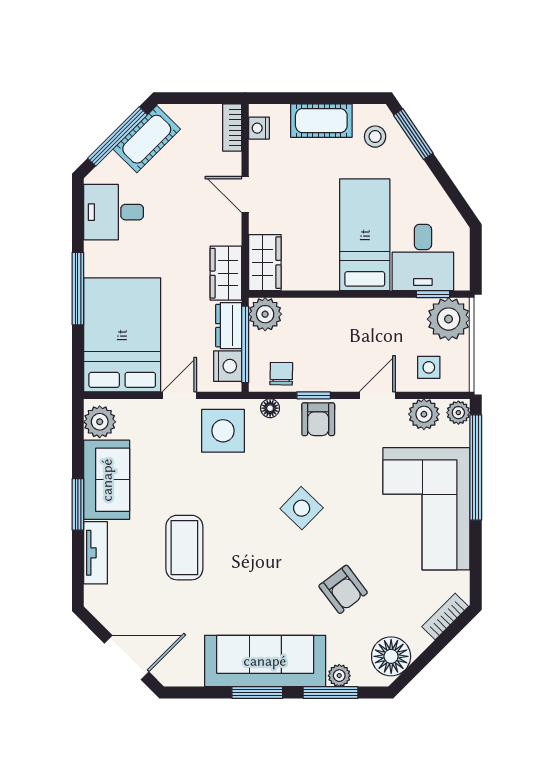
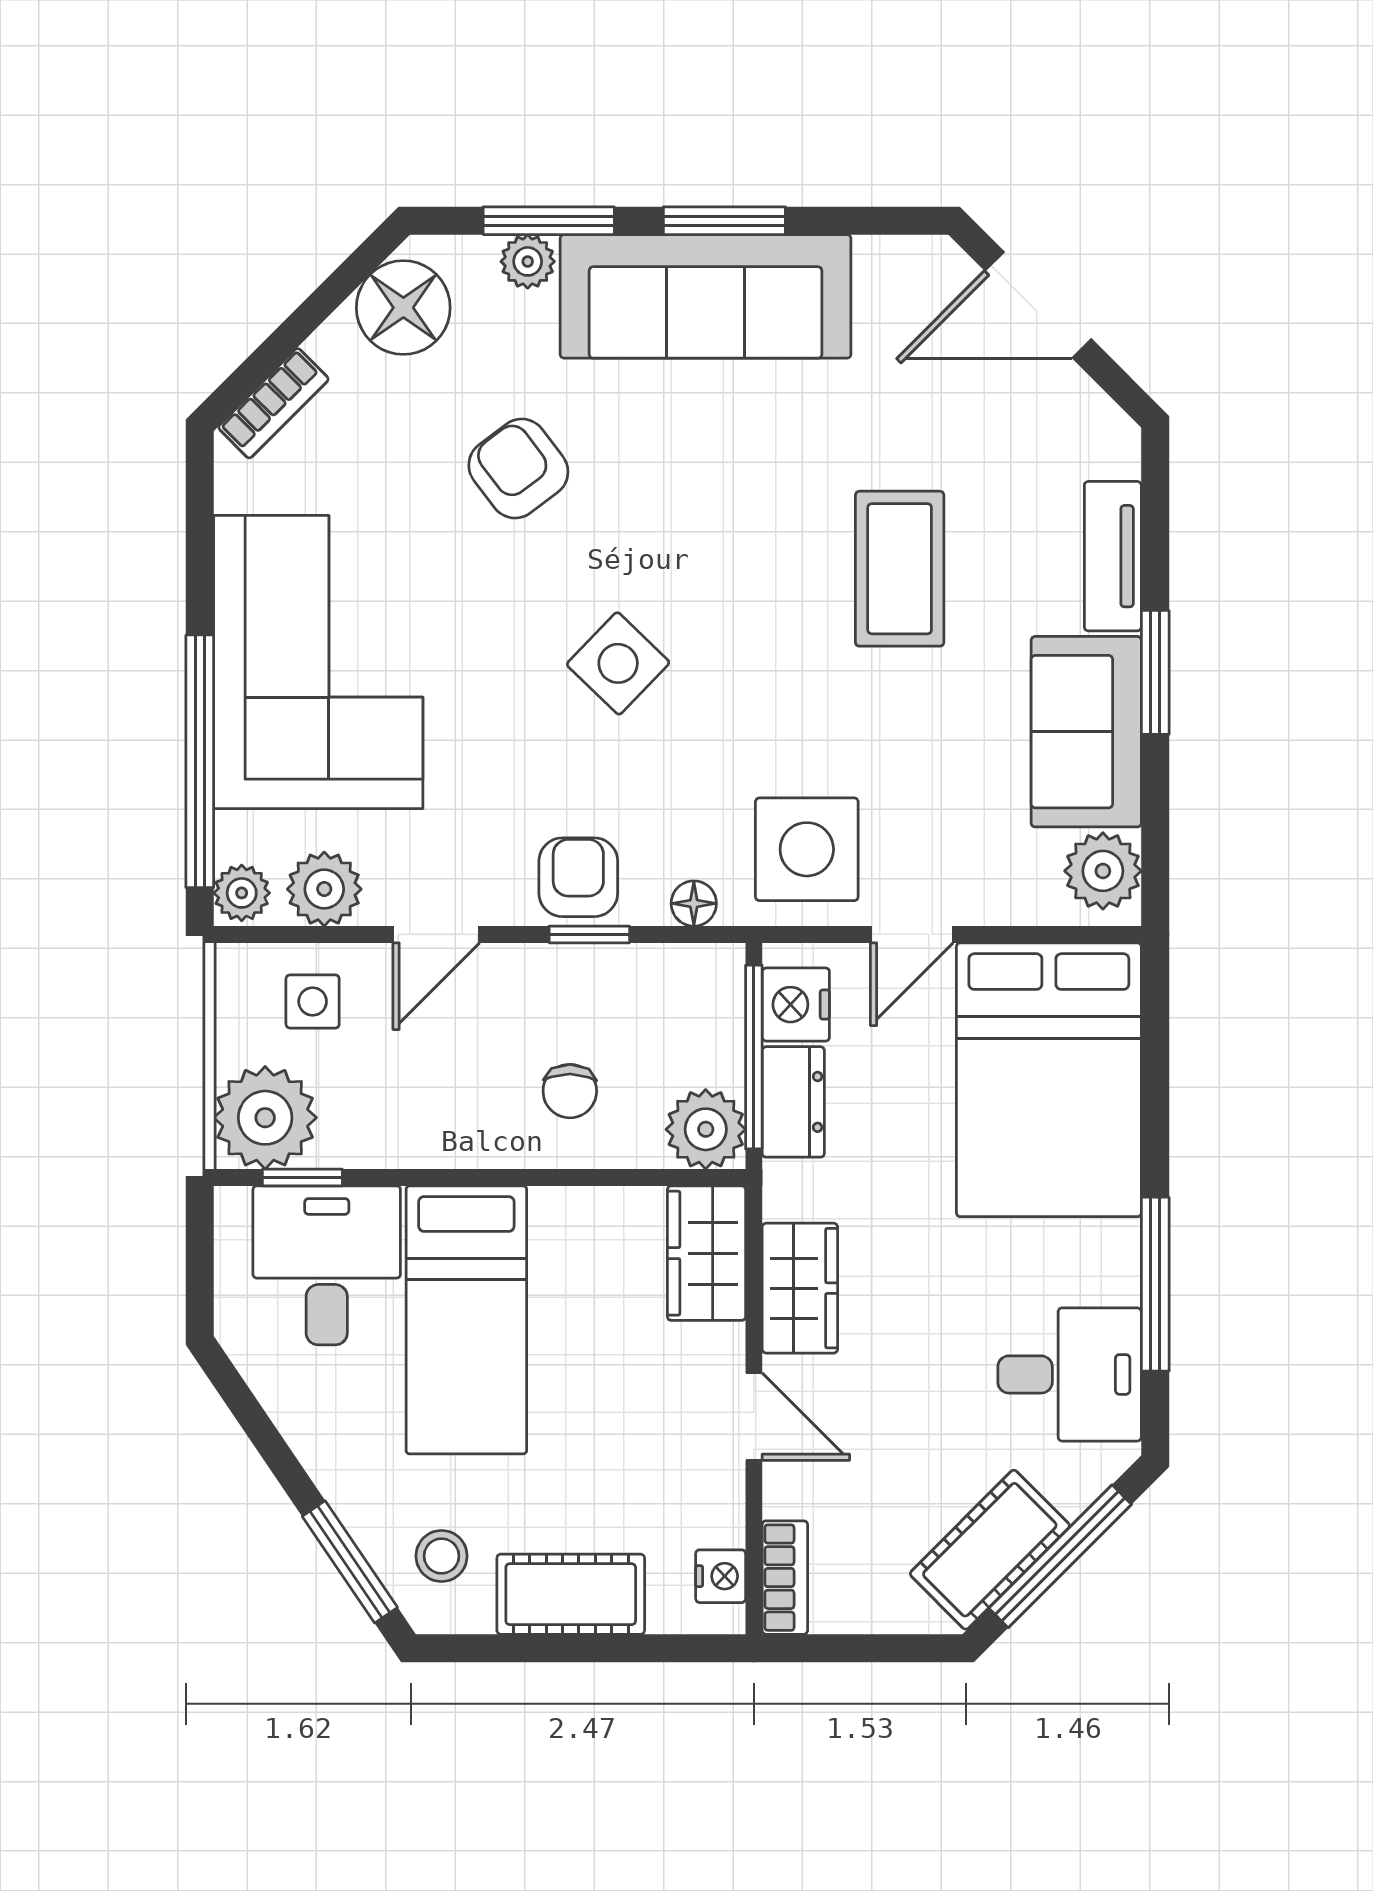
wardrobe: (226, 273) -> (800, 1288), moved
window: (78, 289) -> (1155, 1284), moved
chair: (281, 374) -> (570, 1091), moved

